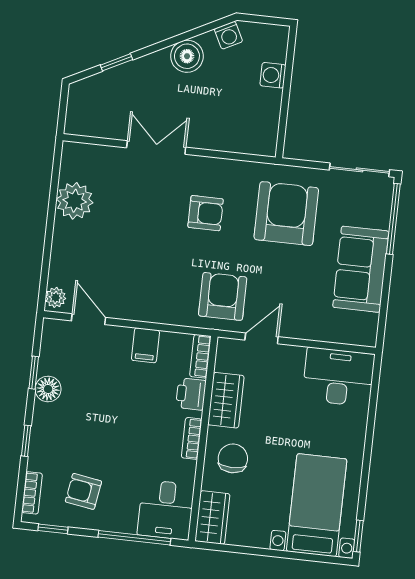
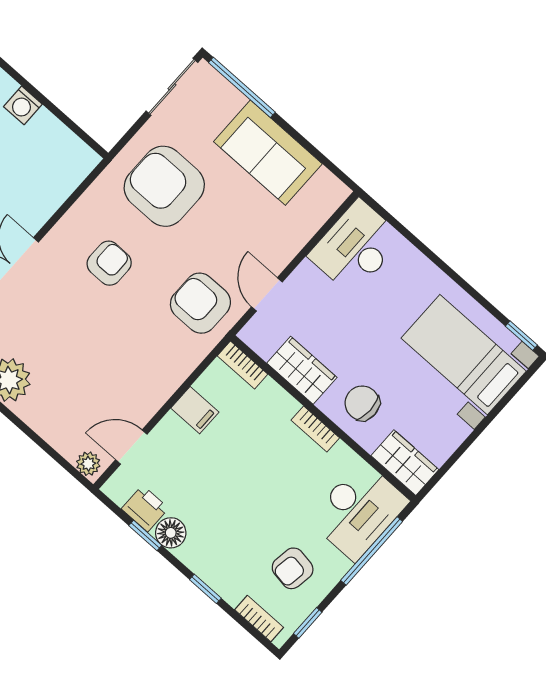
printer: (191, 394) -> (145, 509), moved, turned 180
desk: (166, 510) -> (358, 511), width x1.37

